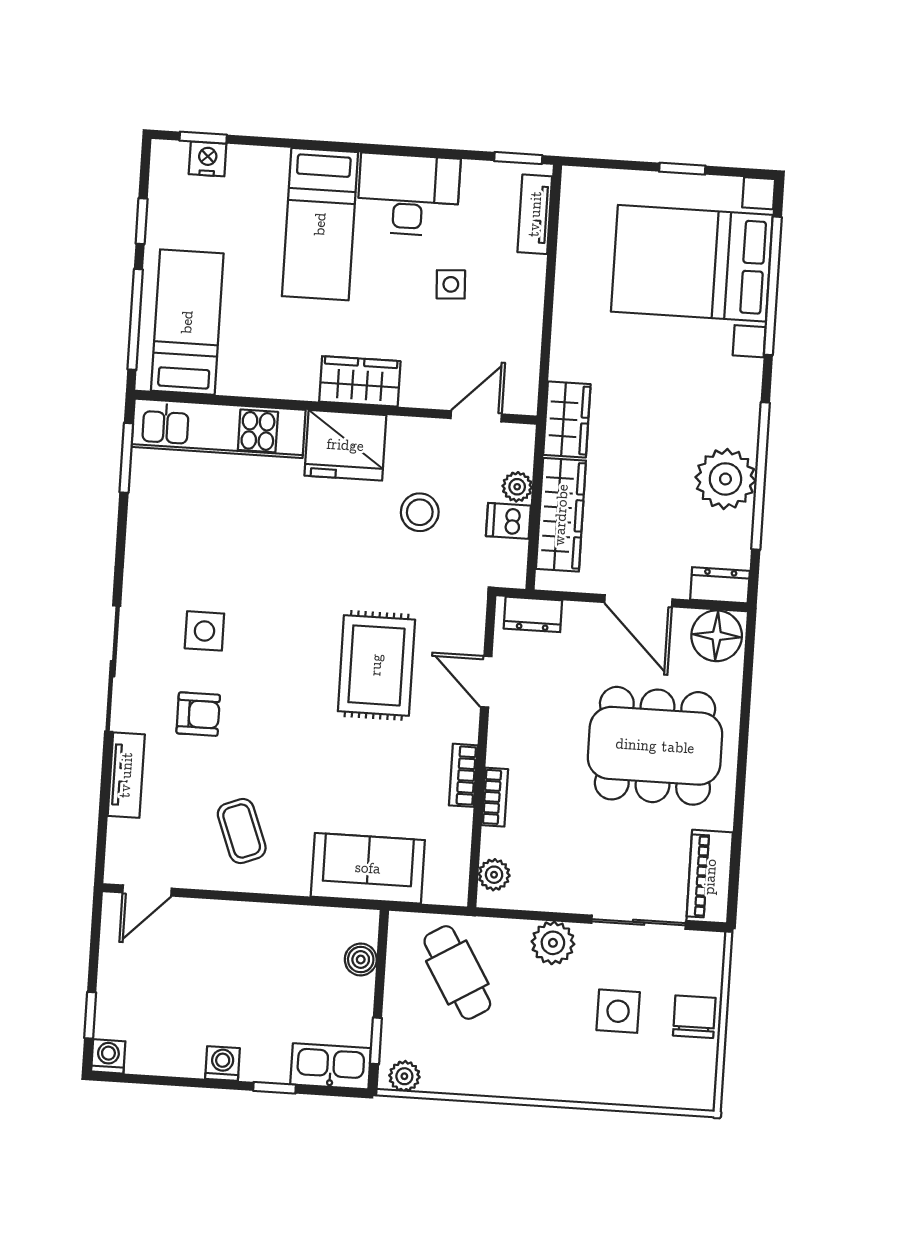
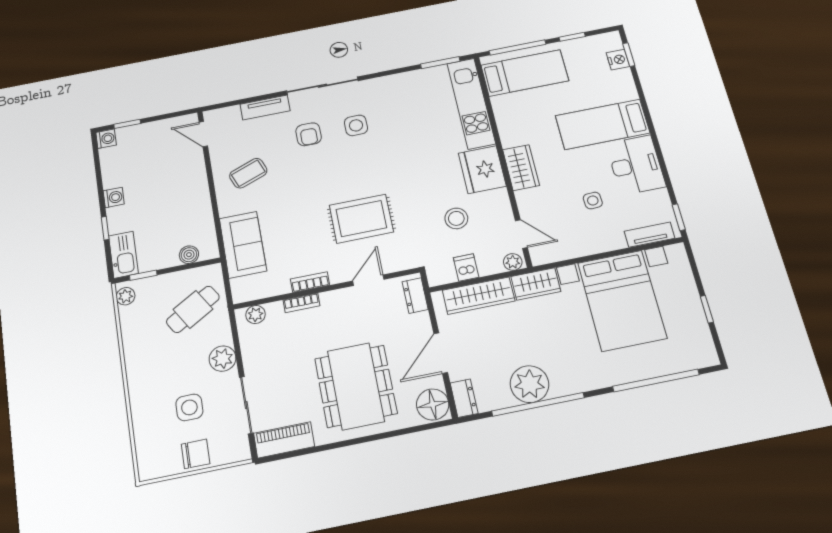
bed with nightstands: (692, 263) -> (622, 300), moved, turned 180
plant: (517, 487) -> (513, 262), moved

